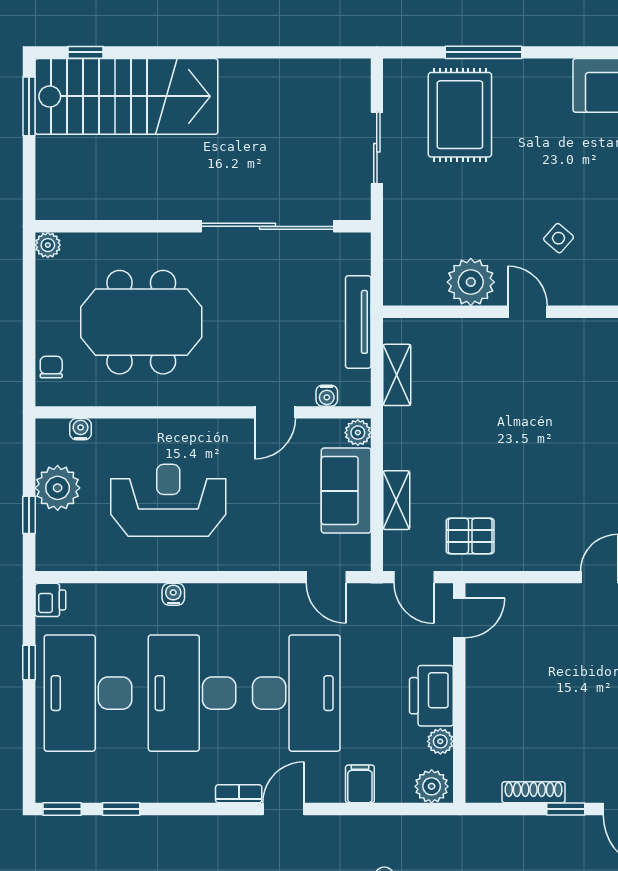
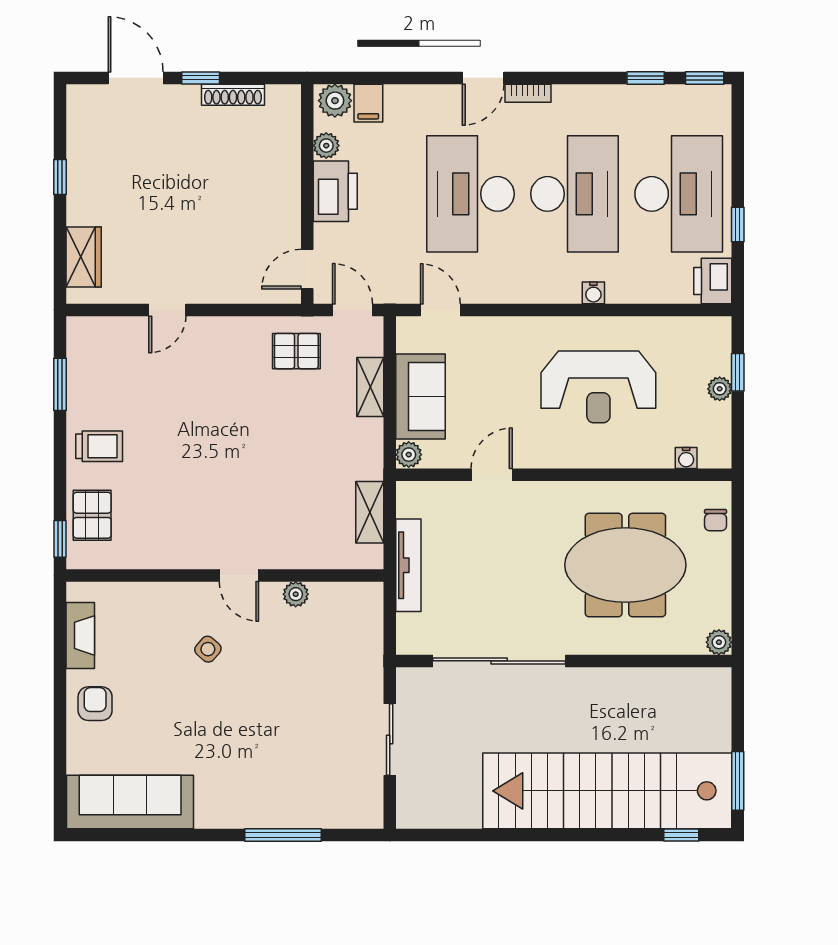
stairs: (126, 96) -> (607, 791), width x1.36
rug: (460, 115) -> (307, 773), removed
plant: (471, 282) -> (296, 594), width x0.53, depth x0.53
water cooler: (327, 396) -> (440, 491), removed
plant: (58, 488) -> (720, 389), width x0.53, depth x0.53
printer: (50, 600) -> (713, 281), width x1.36, depth x1.24
filing cabinet: (360, 784) -> (368, 103), moved

